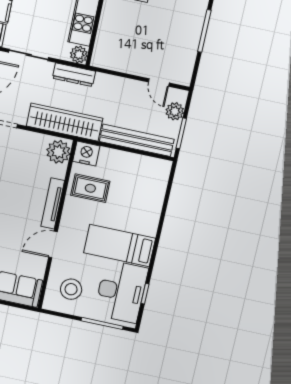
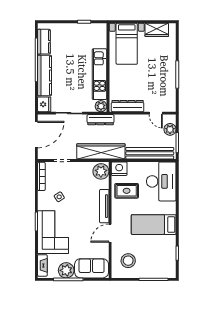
dresser: (119, 63) -> (128, 106), added
desk: (121, 292) -> (161, 181), moved

